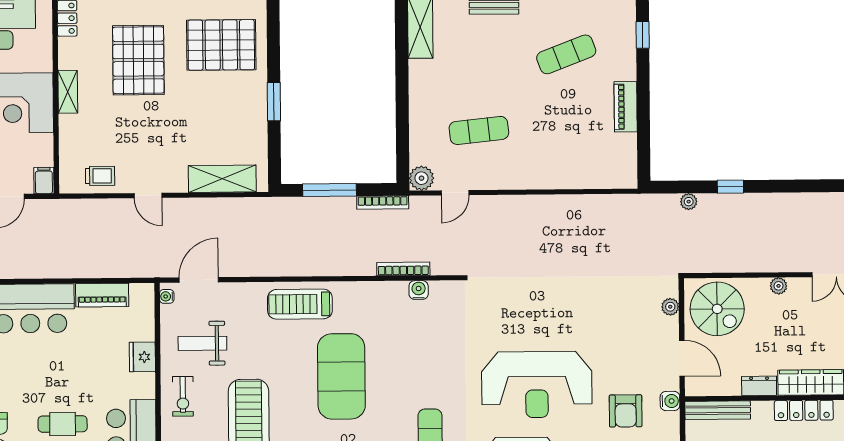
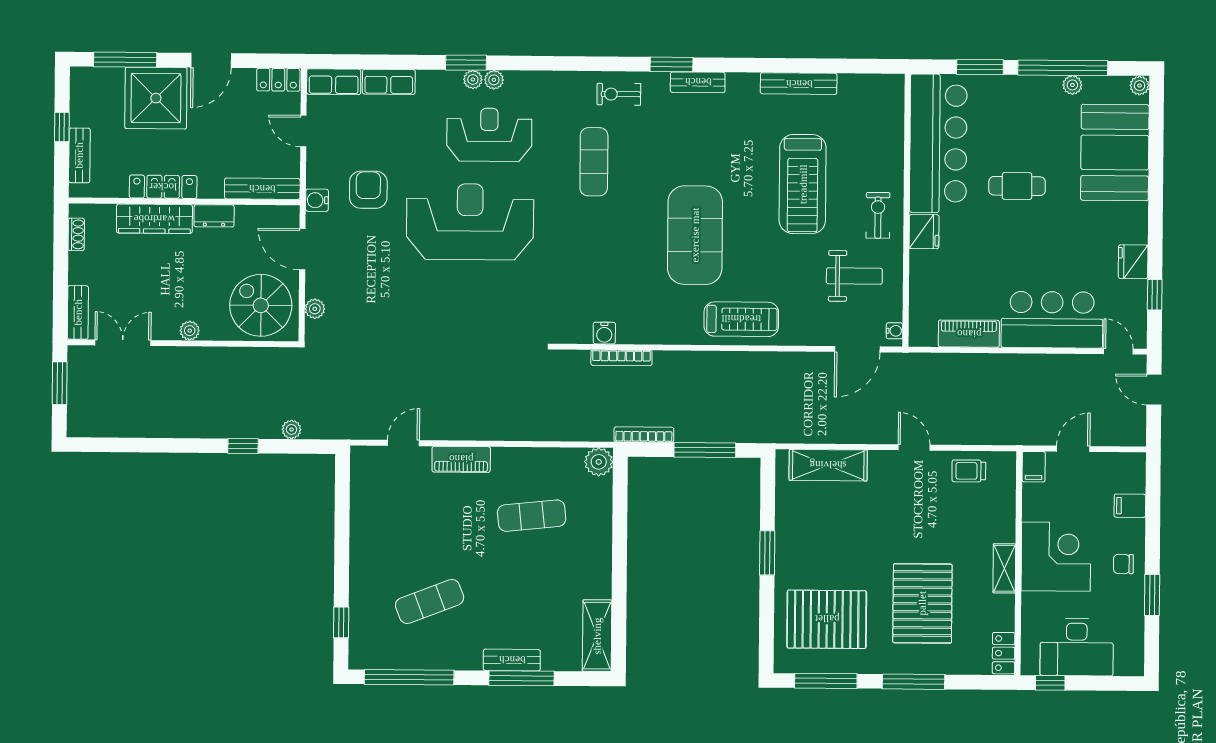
piano: (626, 107) -> (461, 459), moved, turned 90
door: (455, 193) -> (403, 443), moved
fridge: (142, 357) -> (924, 232), moved

